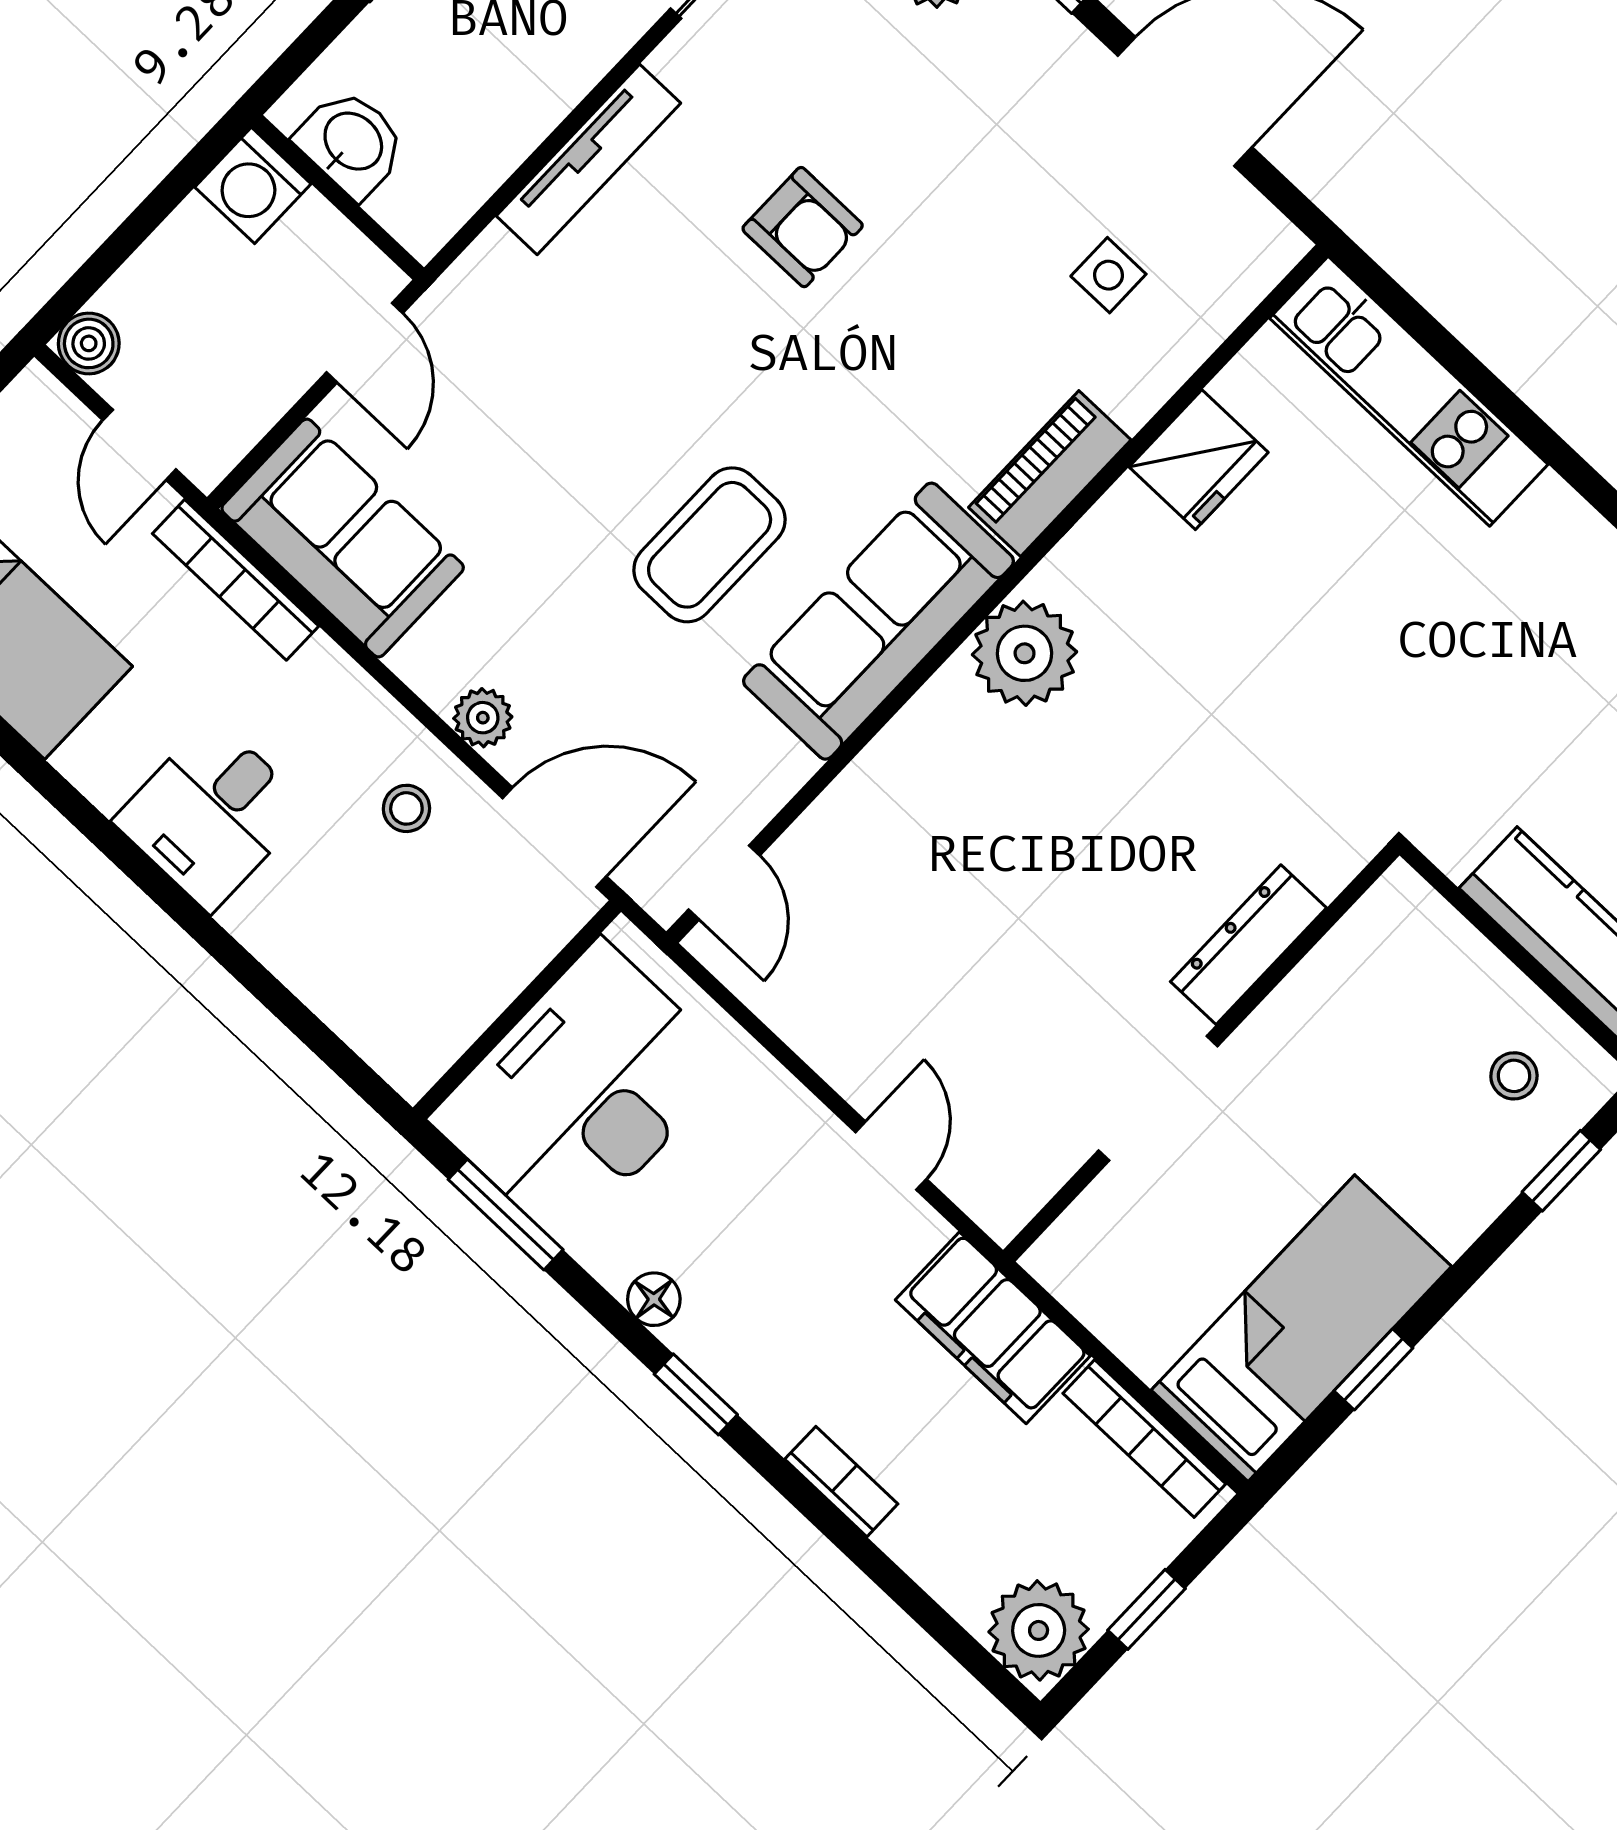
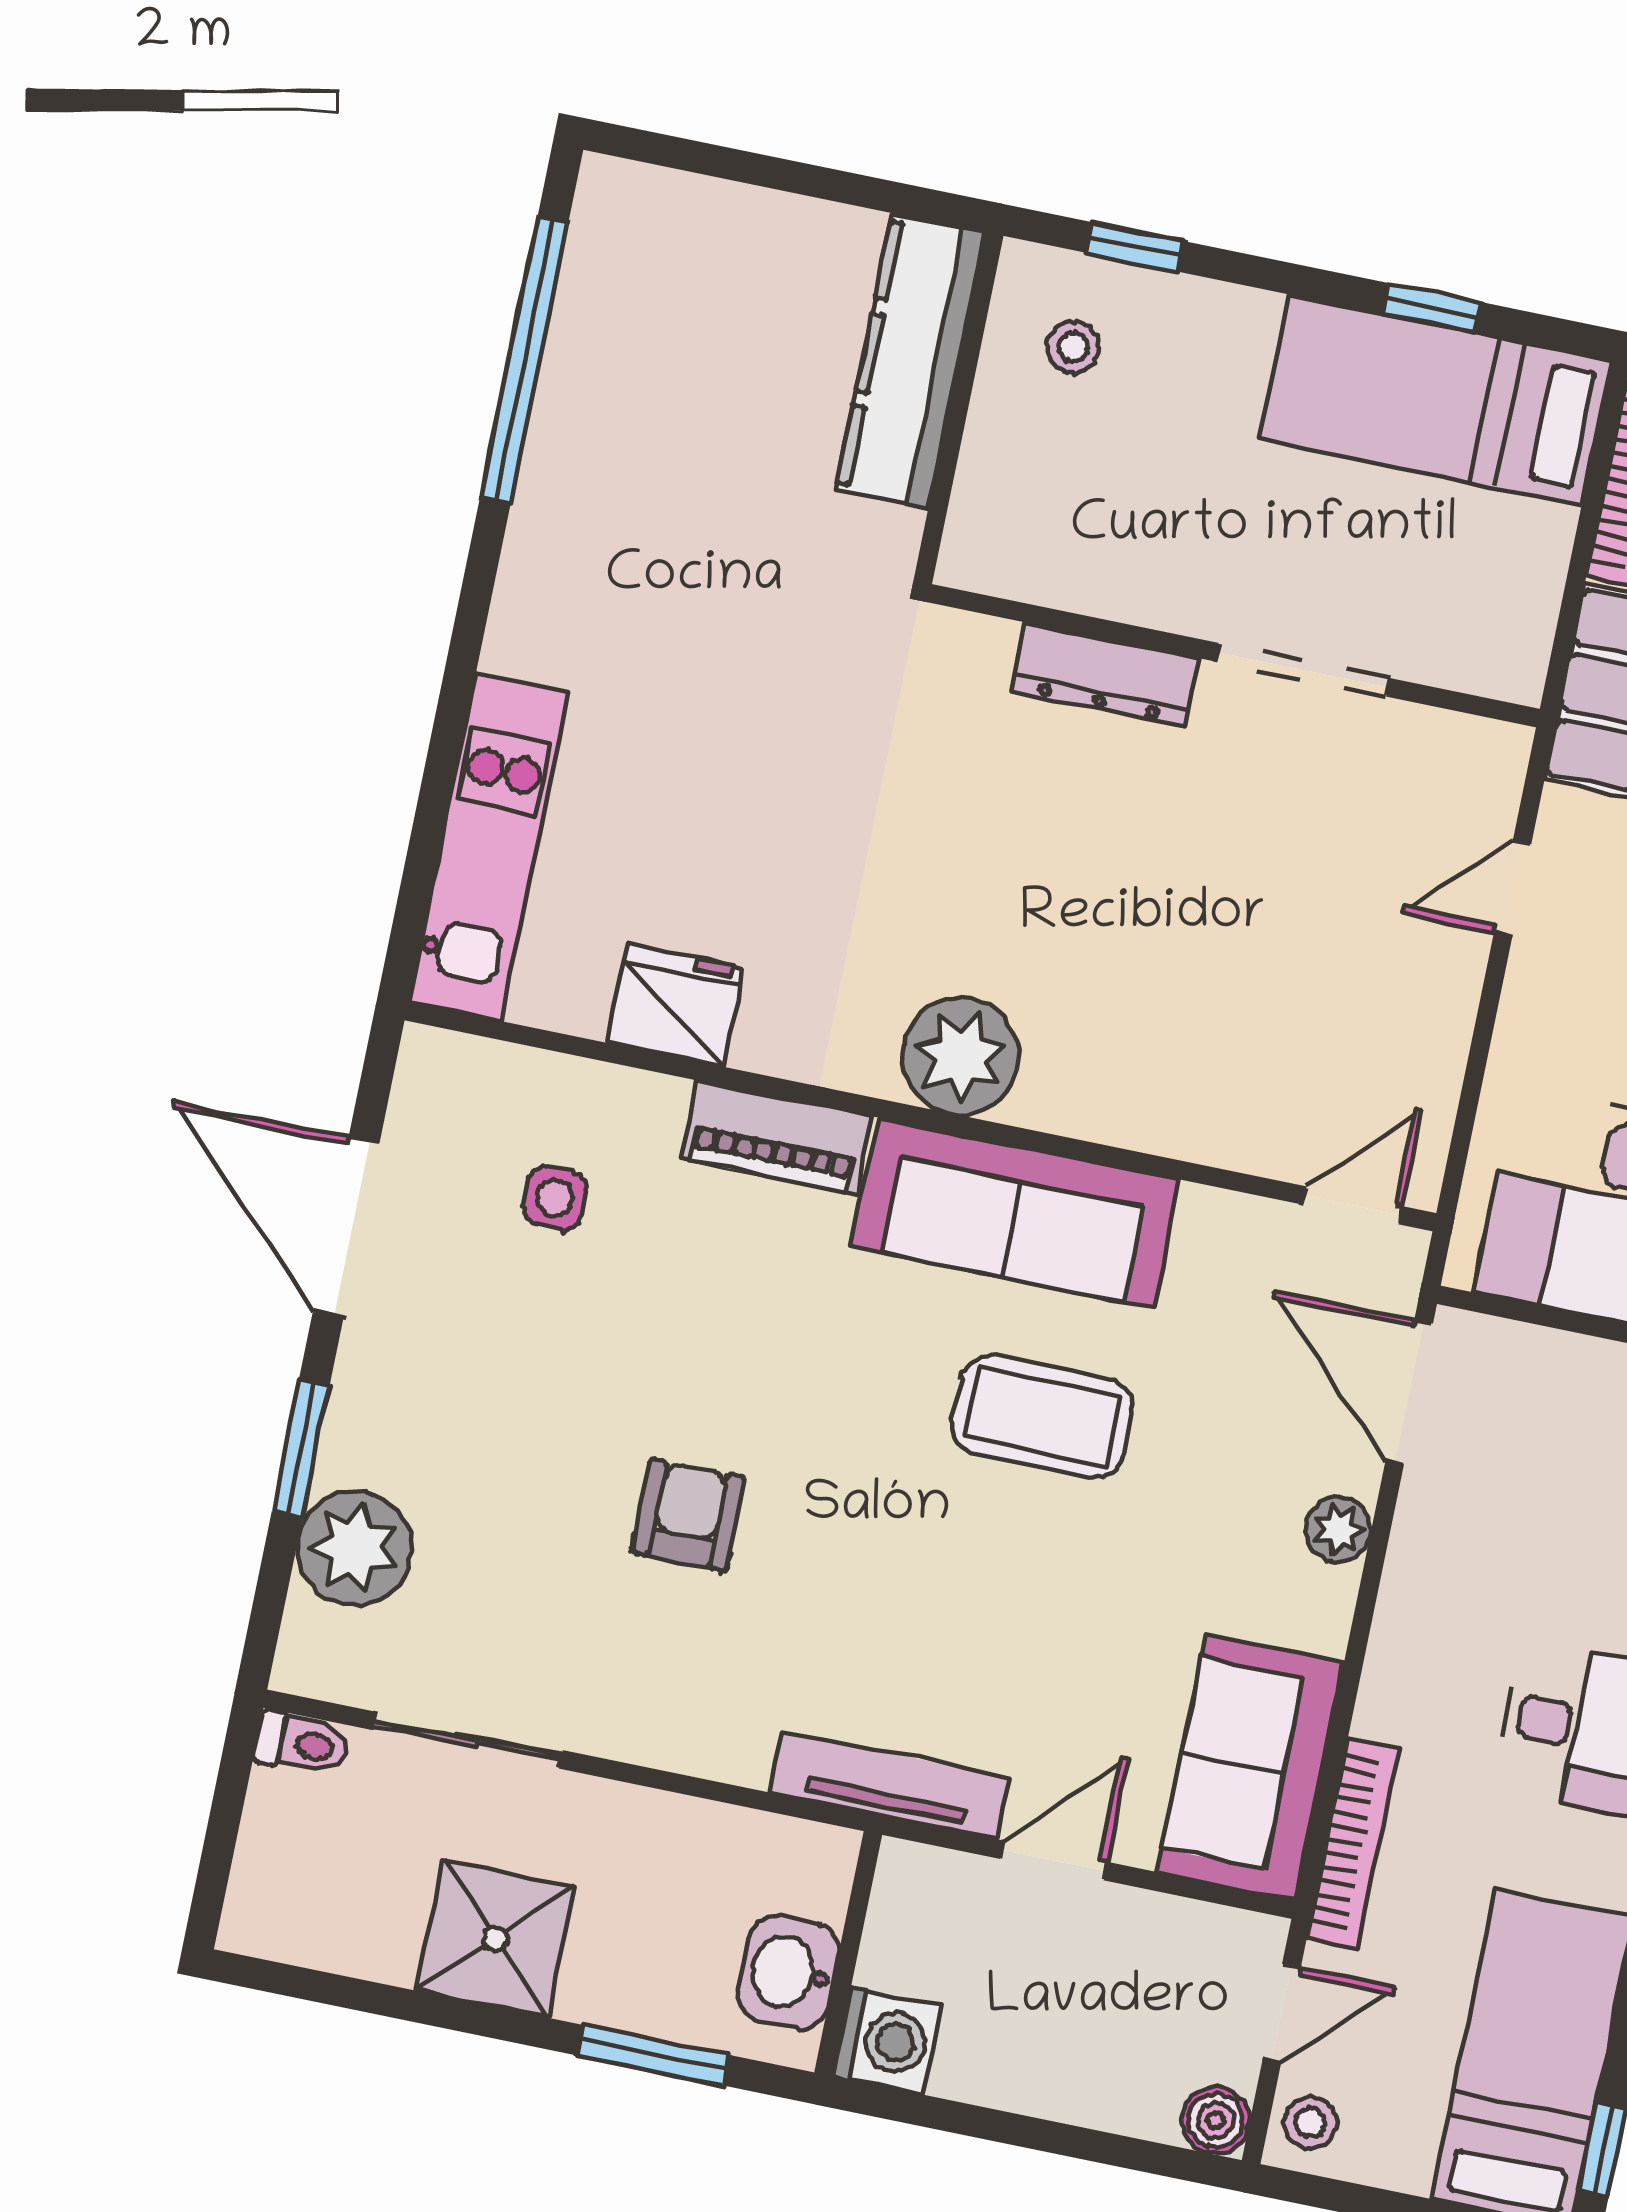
washbasin: (352, 143) -> (789, 1972), moved
tv unit: (588, 159) -> (889, 1785), moved
washing machine: (253, 185) -> (887, 2041), moved
wall: (338, 197) -> (848, 1954), moved
stool: (406, 808) -> (1310, 2123), moved

